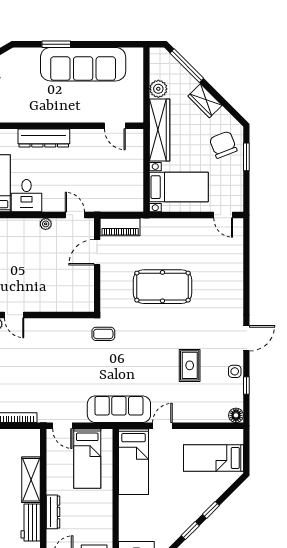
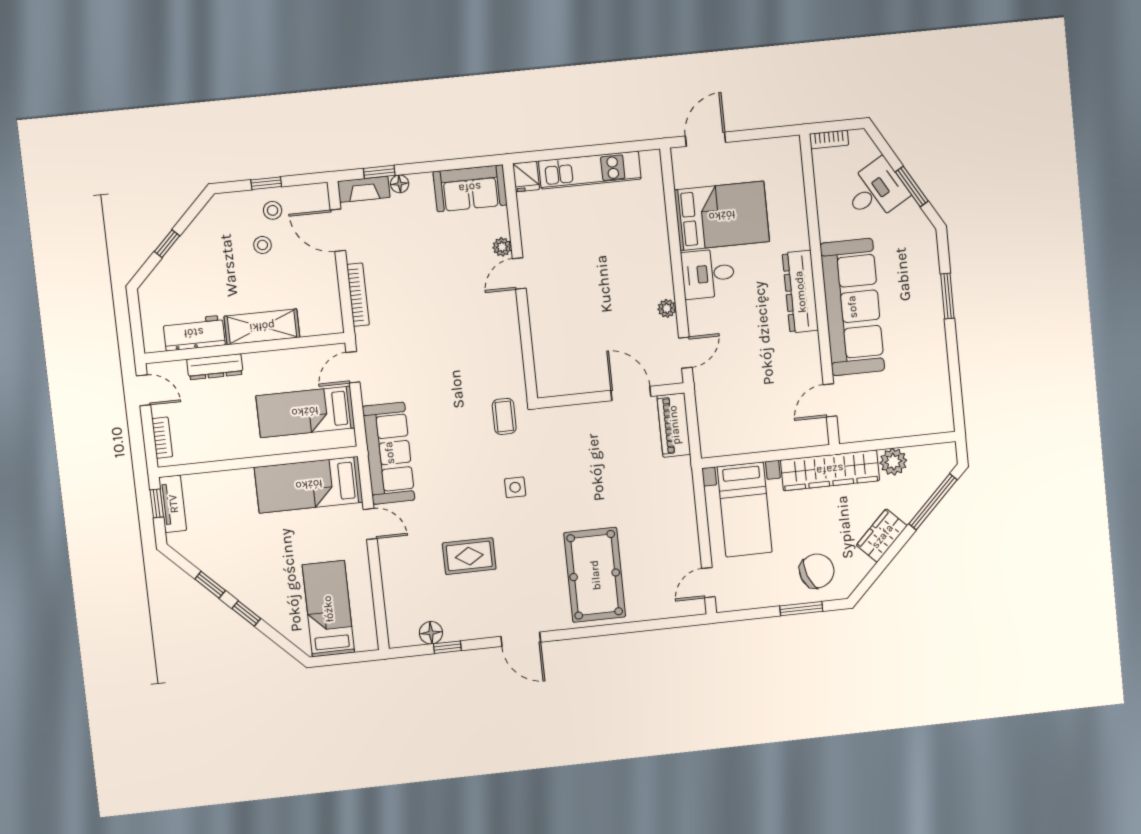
sofa: (83, 64) -> (852, 307), moved, turned 180
pool table: (162, 287) -> (595, 575), moved
side table: (235, 371) -> (515, 487), moved
floor lamp: (236, 415) -> (431, 633), moved

